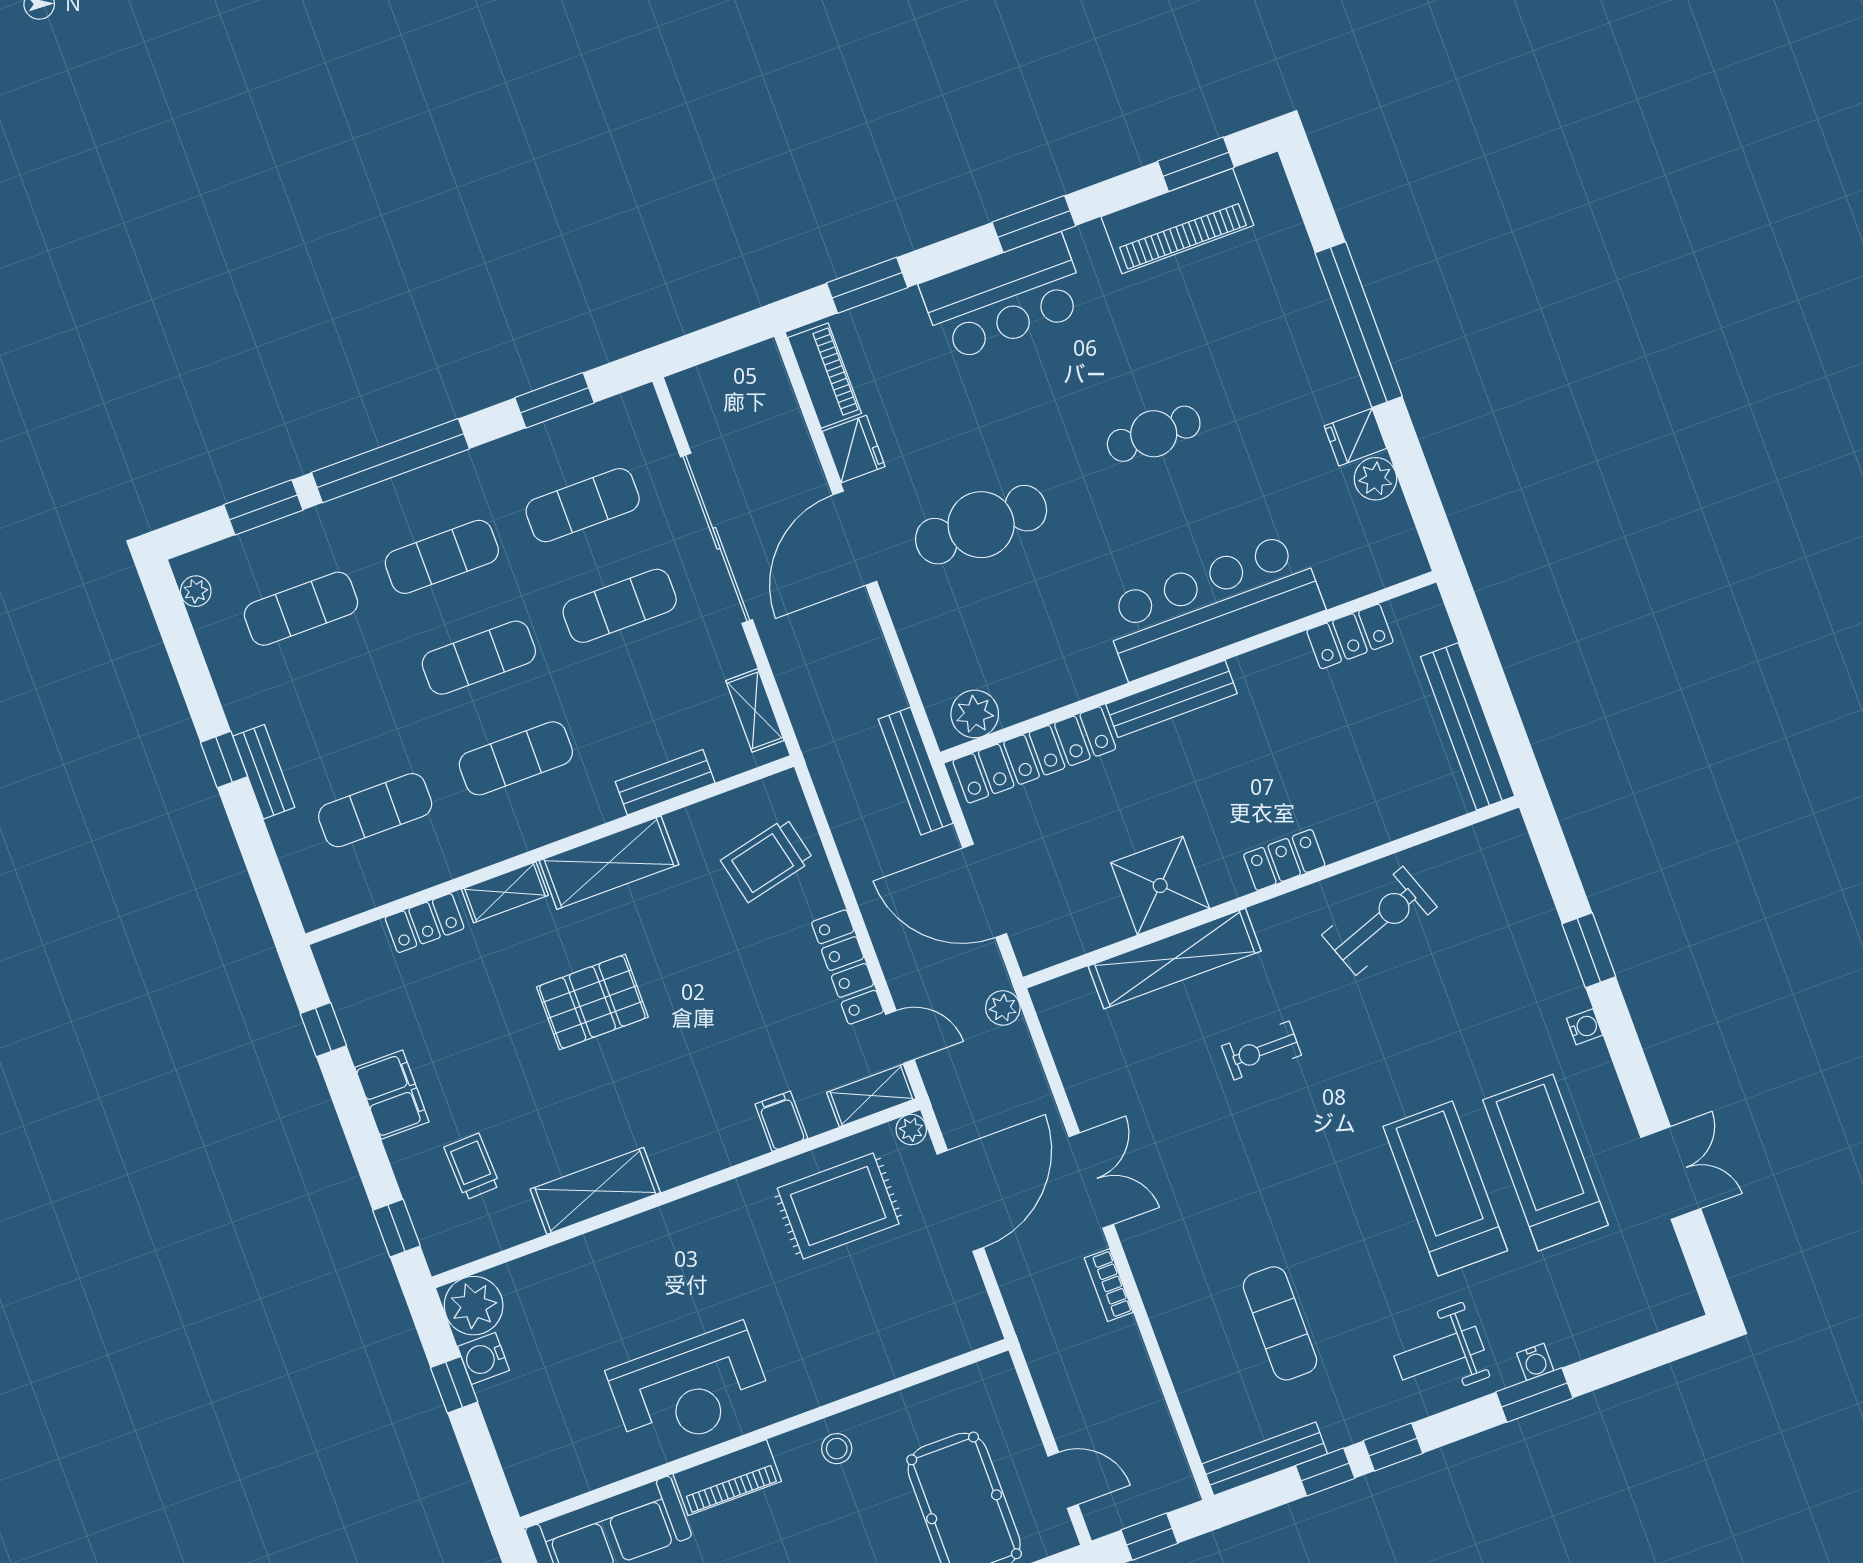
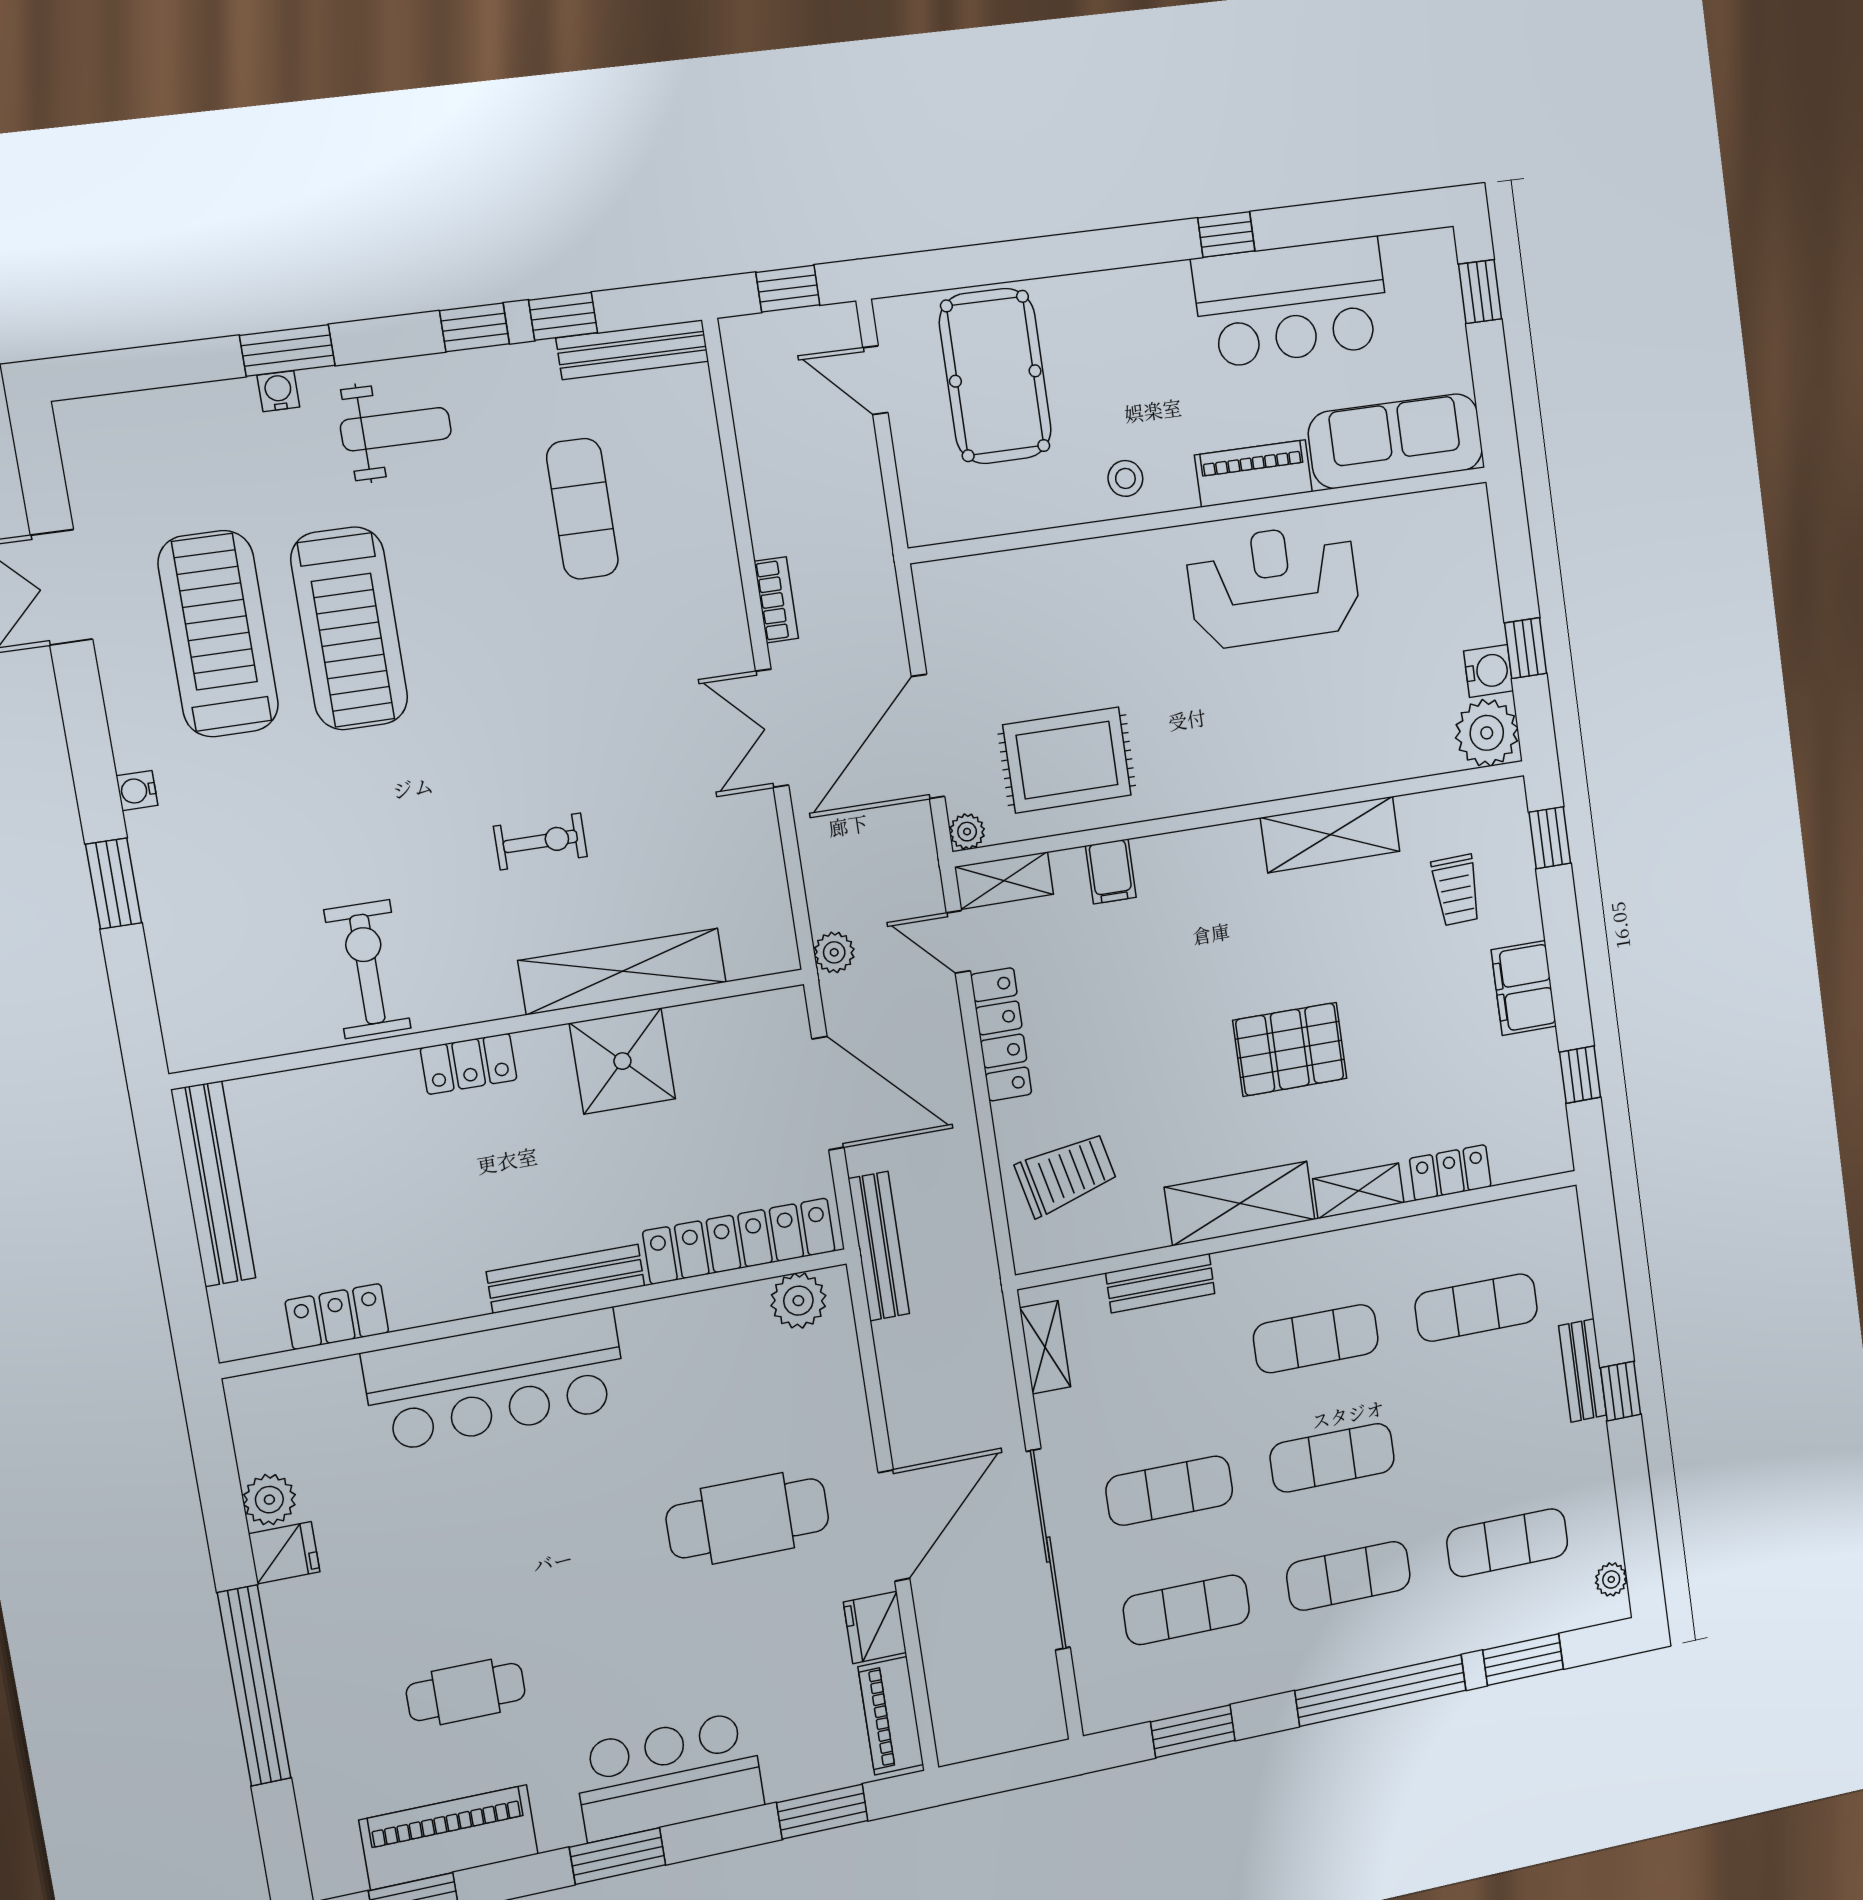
cafe table: (1154, 434) -> (466, 1692), moved
exercise bike: (1379, 921) -> (367, 969), turned 110
treadmill: (1546, 1163) -> (218, 634), turned 180

